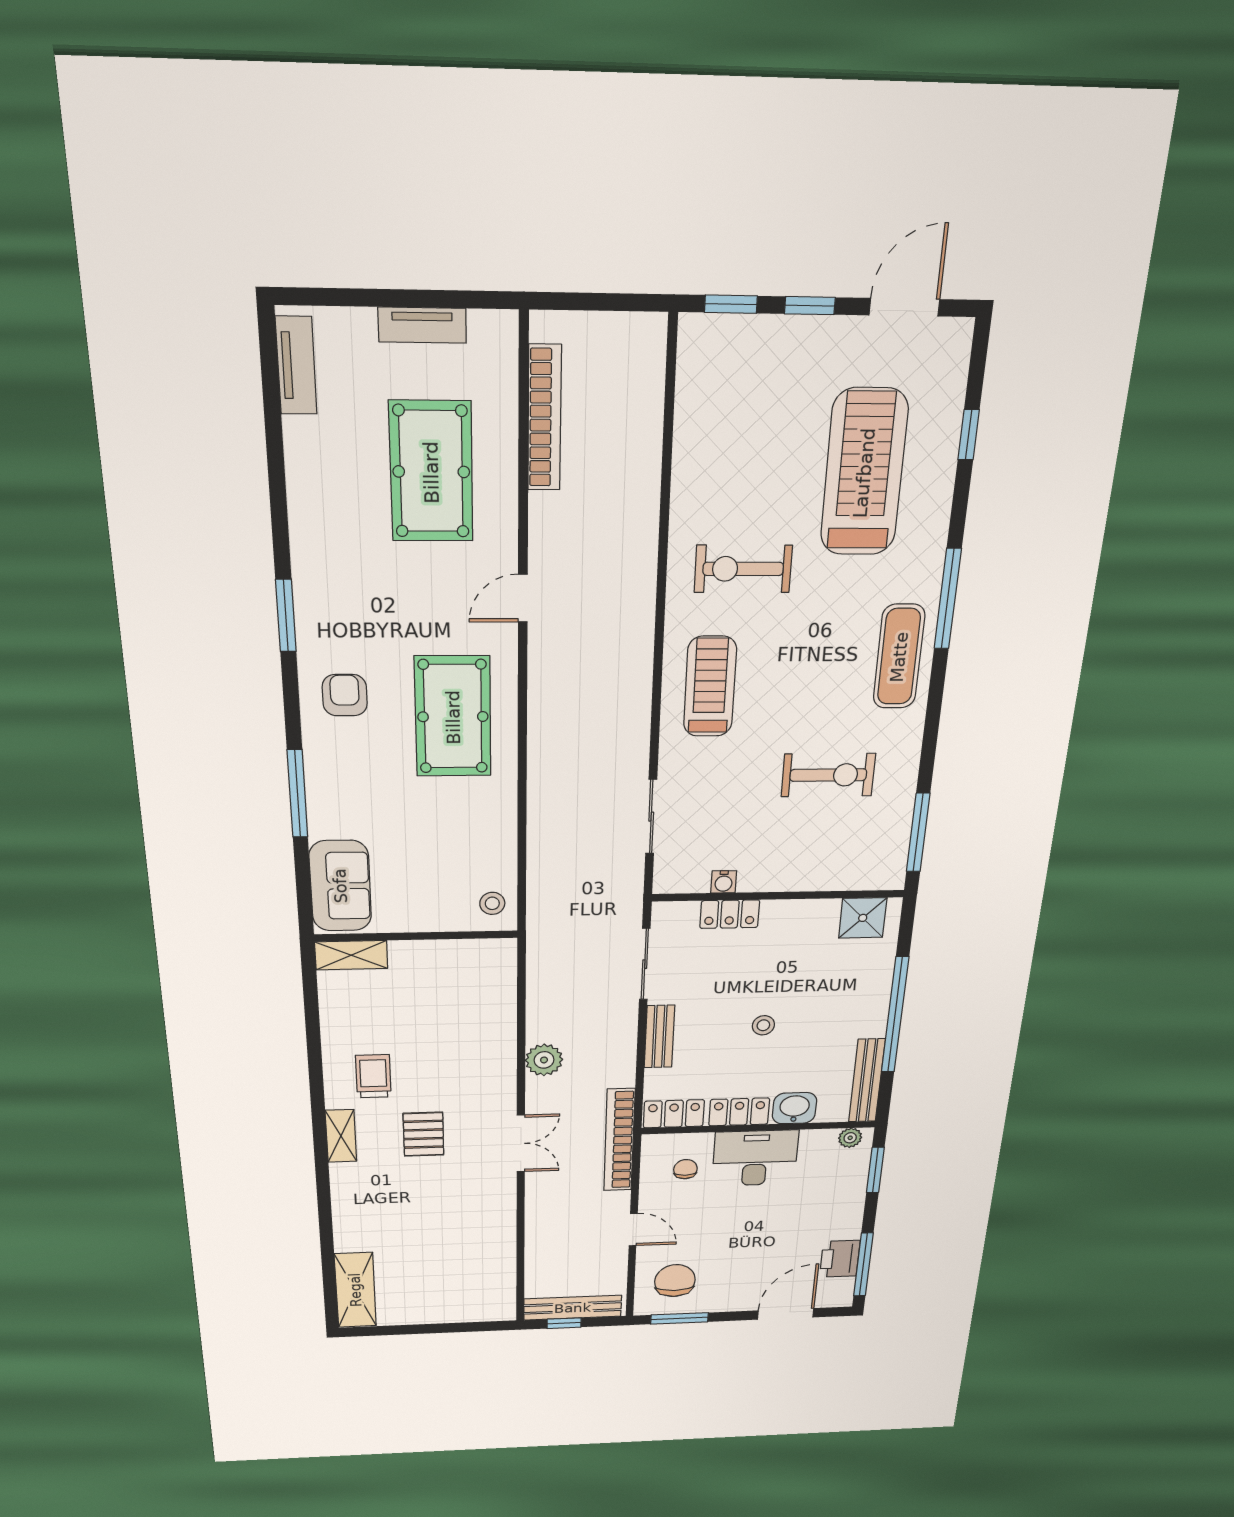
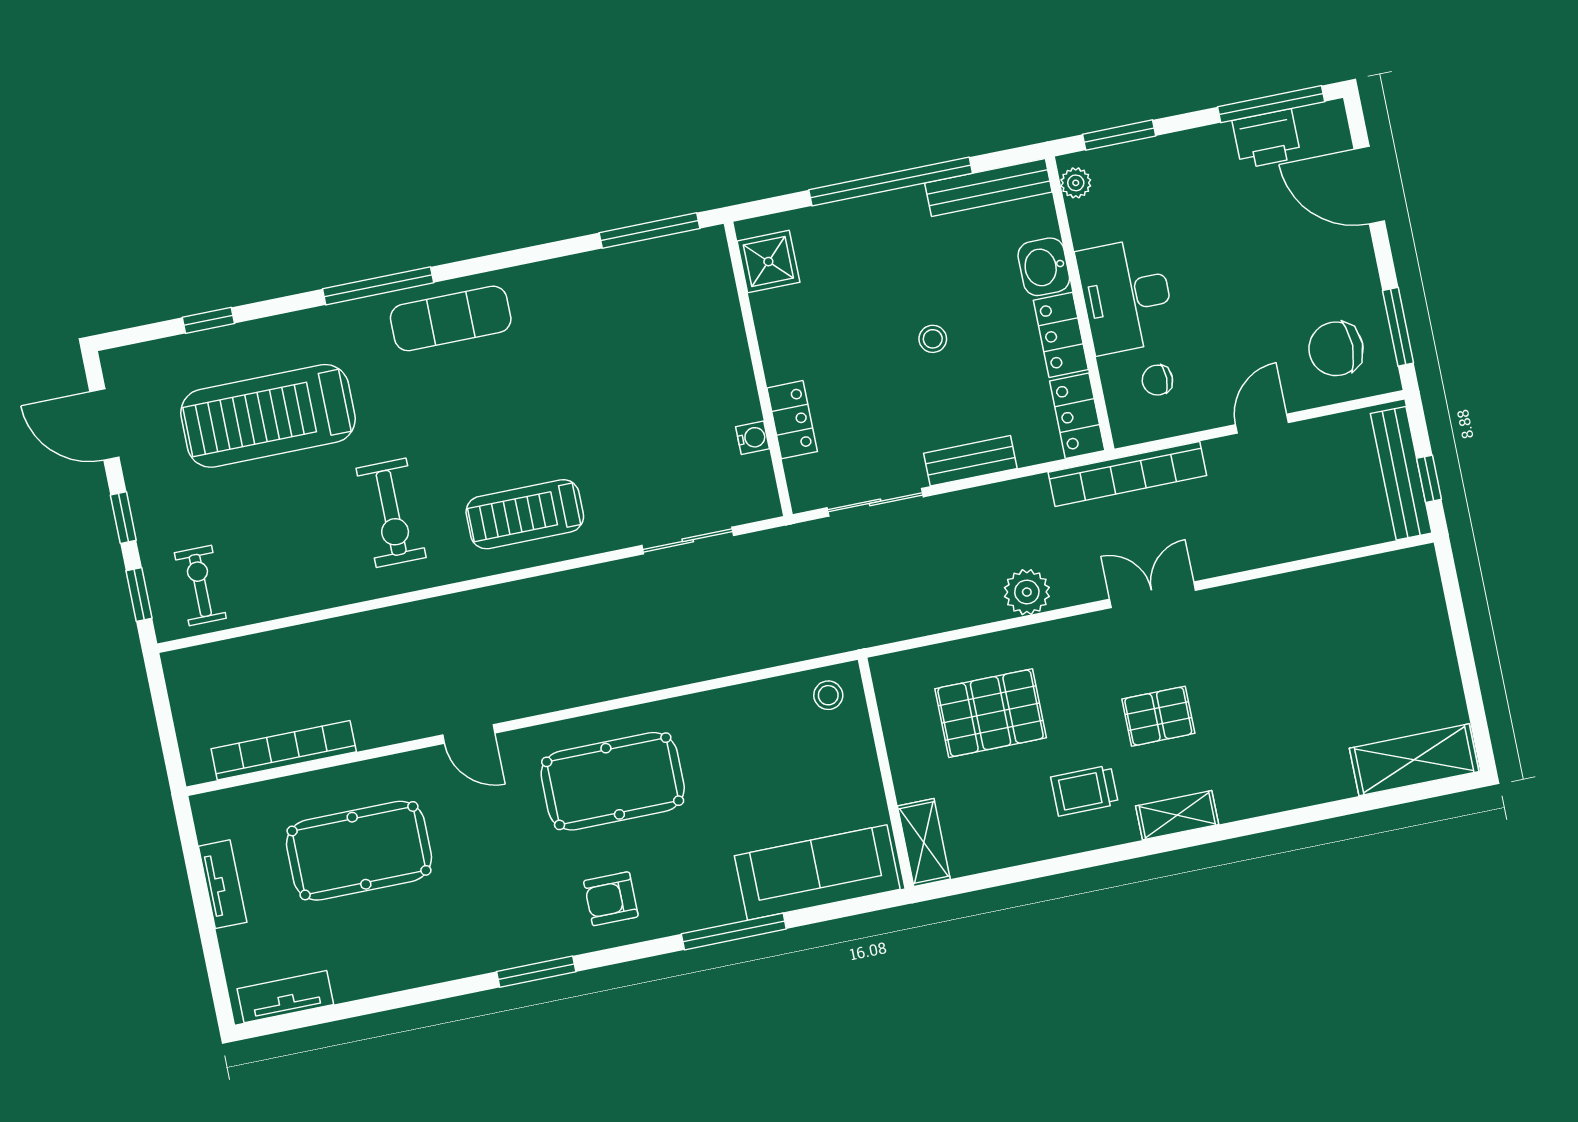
exercise bike: (828, 775) -> (200, 585), moved, width x0.73, depth x0.72
sofa: (340, 886) -> (817, 872), width x1.36
pallet: (451, 1020) -> (991, 713), added

